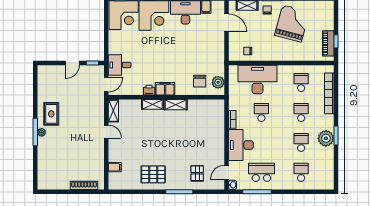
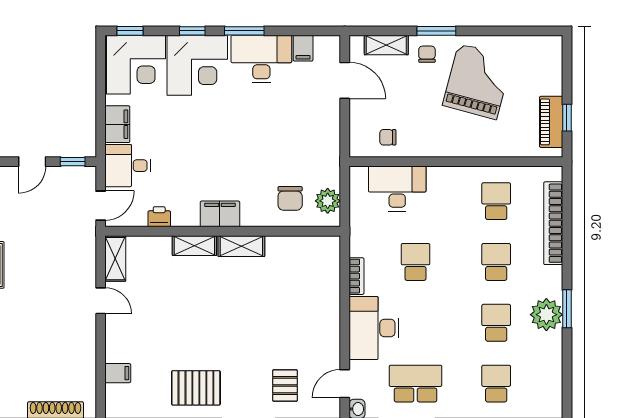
filing cabinet: (114, 45) -> (117, 124), added
desk: (258, 80) -> (397, 189), width x0.73, depth x0.77
printer: (149, 90) -> (159, 217), moved

